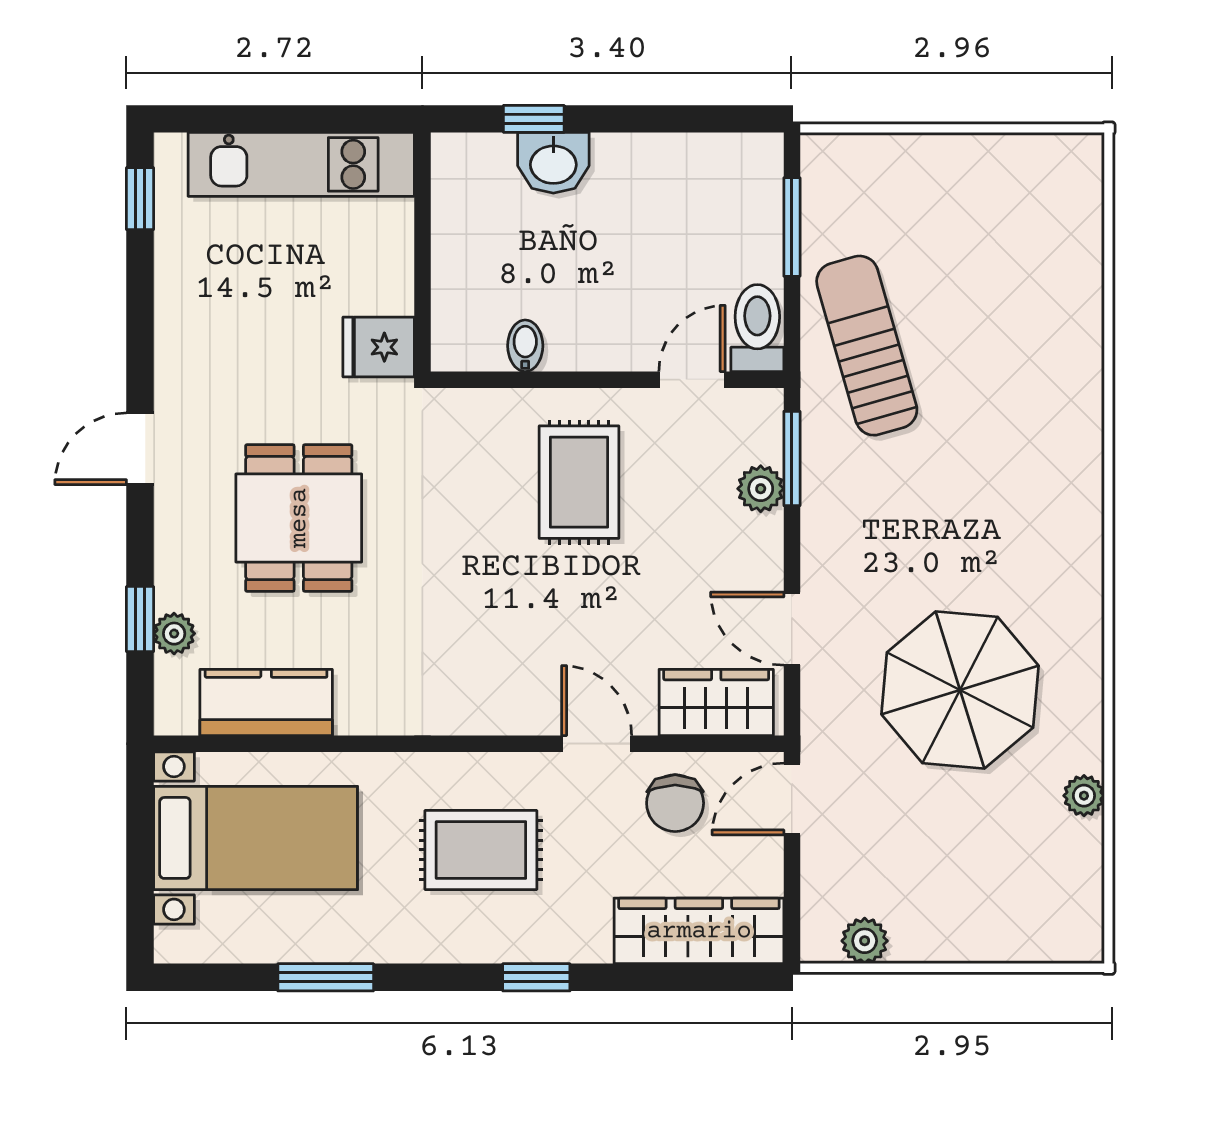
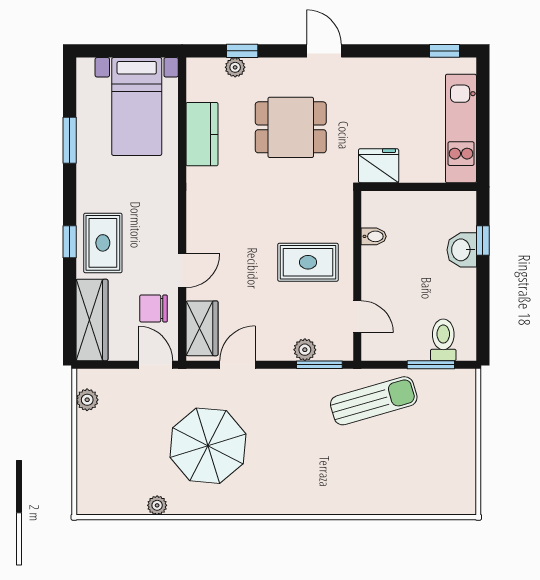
toilet: (757, 328) -> (443, 340), moved, turned -90
fridge: (379, 347) -> (379, 166), width x1.38
kitchen counter: (266, 702) -> (202, 134), moved
rug: (481, 850) -> (103, 243), moved

